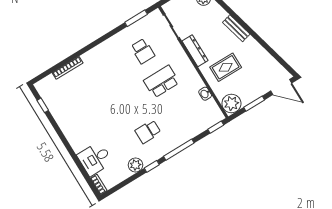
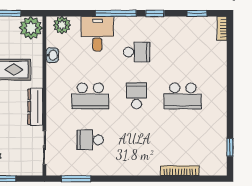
school desk: (143, 51) -> (90, 140), turned -90
school desk: (129, 101) -> (137, 96), added
school desk: (97, 121) -> (183, 96), added
window: (216, 127) -> (197, 13), moved
desk: (95, 159) -> (97, 34), moved, turned -90
plant: (135, 165) -> (62, 25), moved

